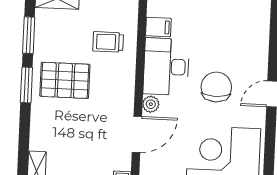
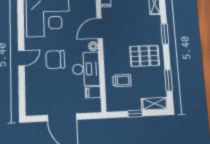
window: (26, 85) -> (165, 34), moved
chair: (216, 87) -> (55, 59), turned 90

